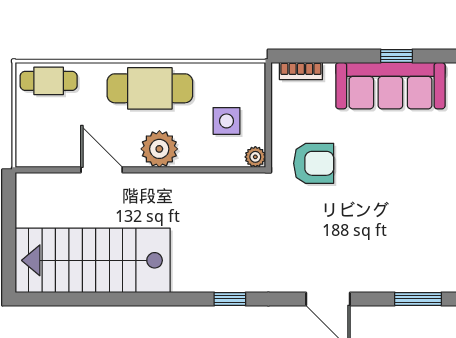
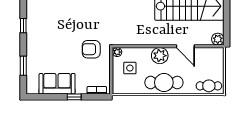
window: (397, 56) -> (74, 97), moved
sofa: (390, 86) -> (57, 84), width x0.73
plant: (29, 186) -> (218, 39), added

